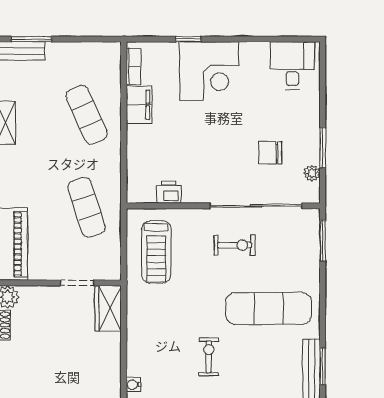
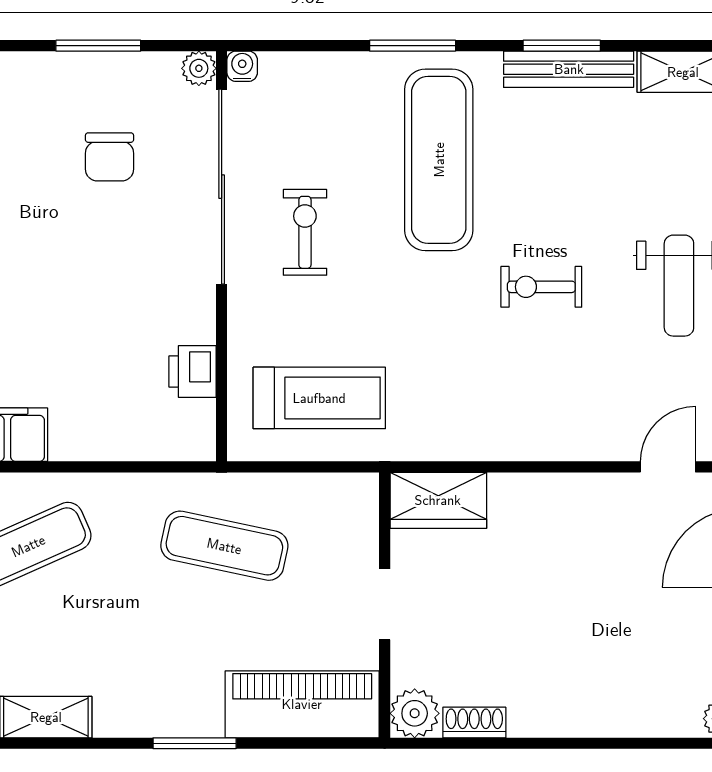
plant: (312, 173) -> (199, 68), moved
exercise mat: (87, 207) -> (224, 546), turned 30
window: (323, 241) -> (413, 46), moved
doorway: (77, 283) -> (385, 604), moved
water cooler: (133, 385) -> (242, 66), moved, turned 180

